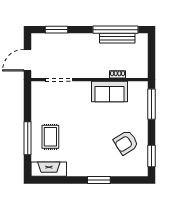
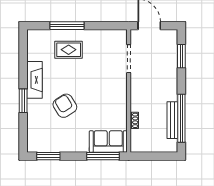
sofa: (109, 91) -> (108, 142), moved, turned 90
armchair: (126, 143) -> (65, 106), moved
fireplace: (49, 169) -> (35, 80), moved

